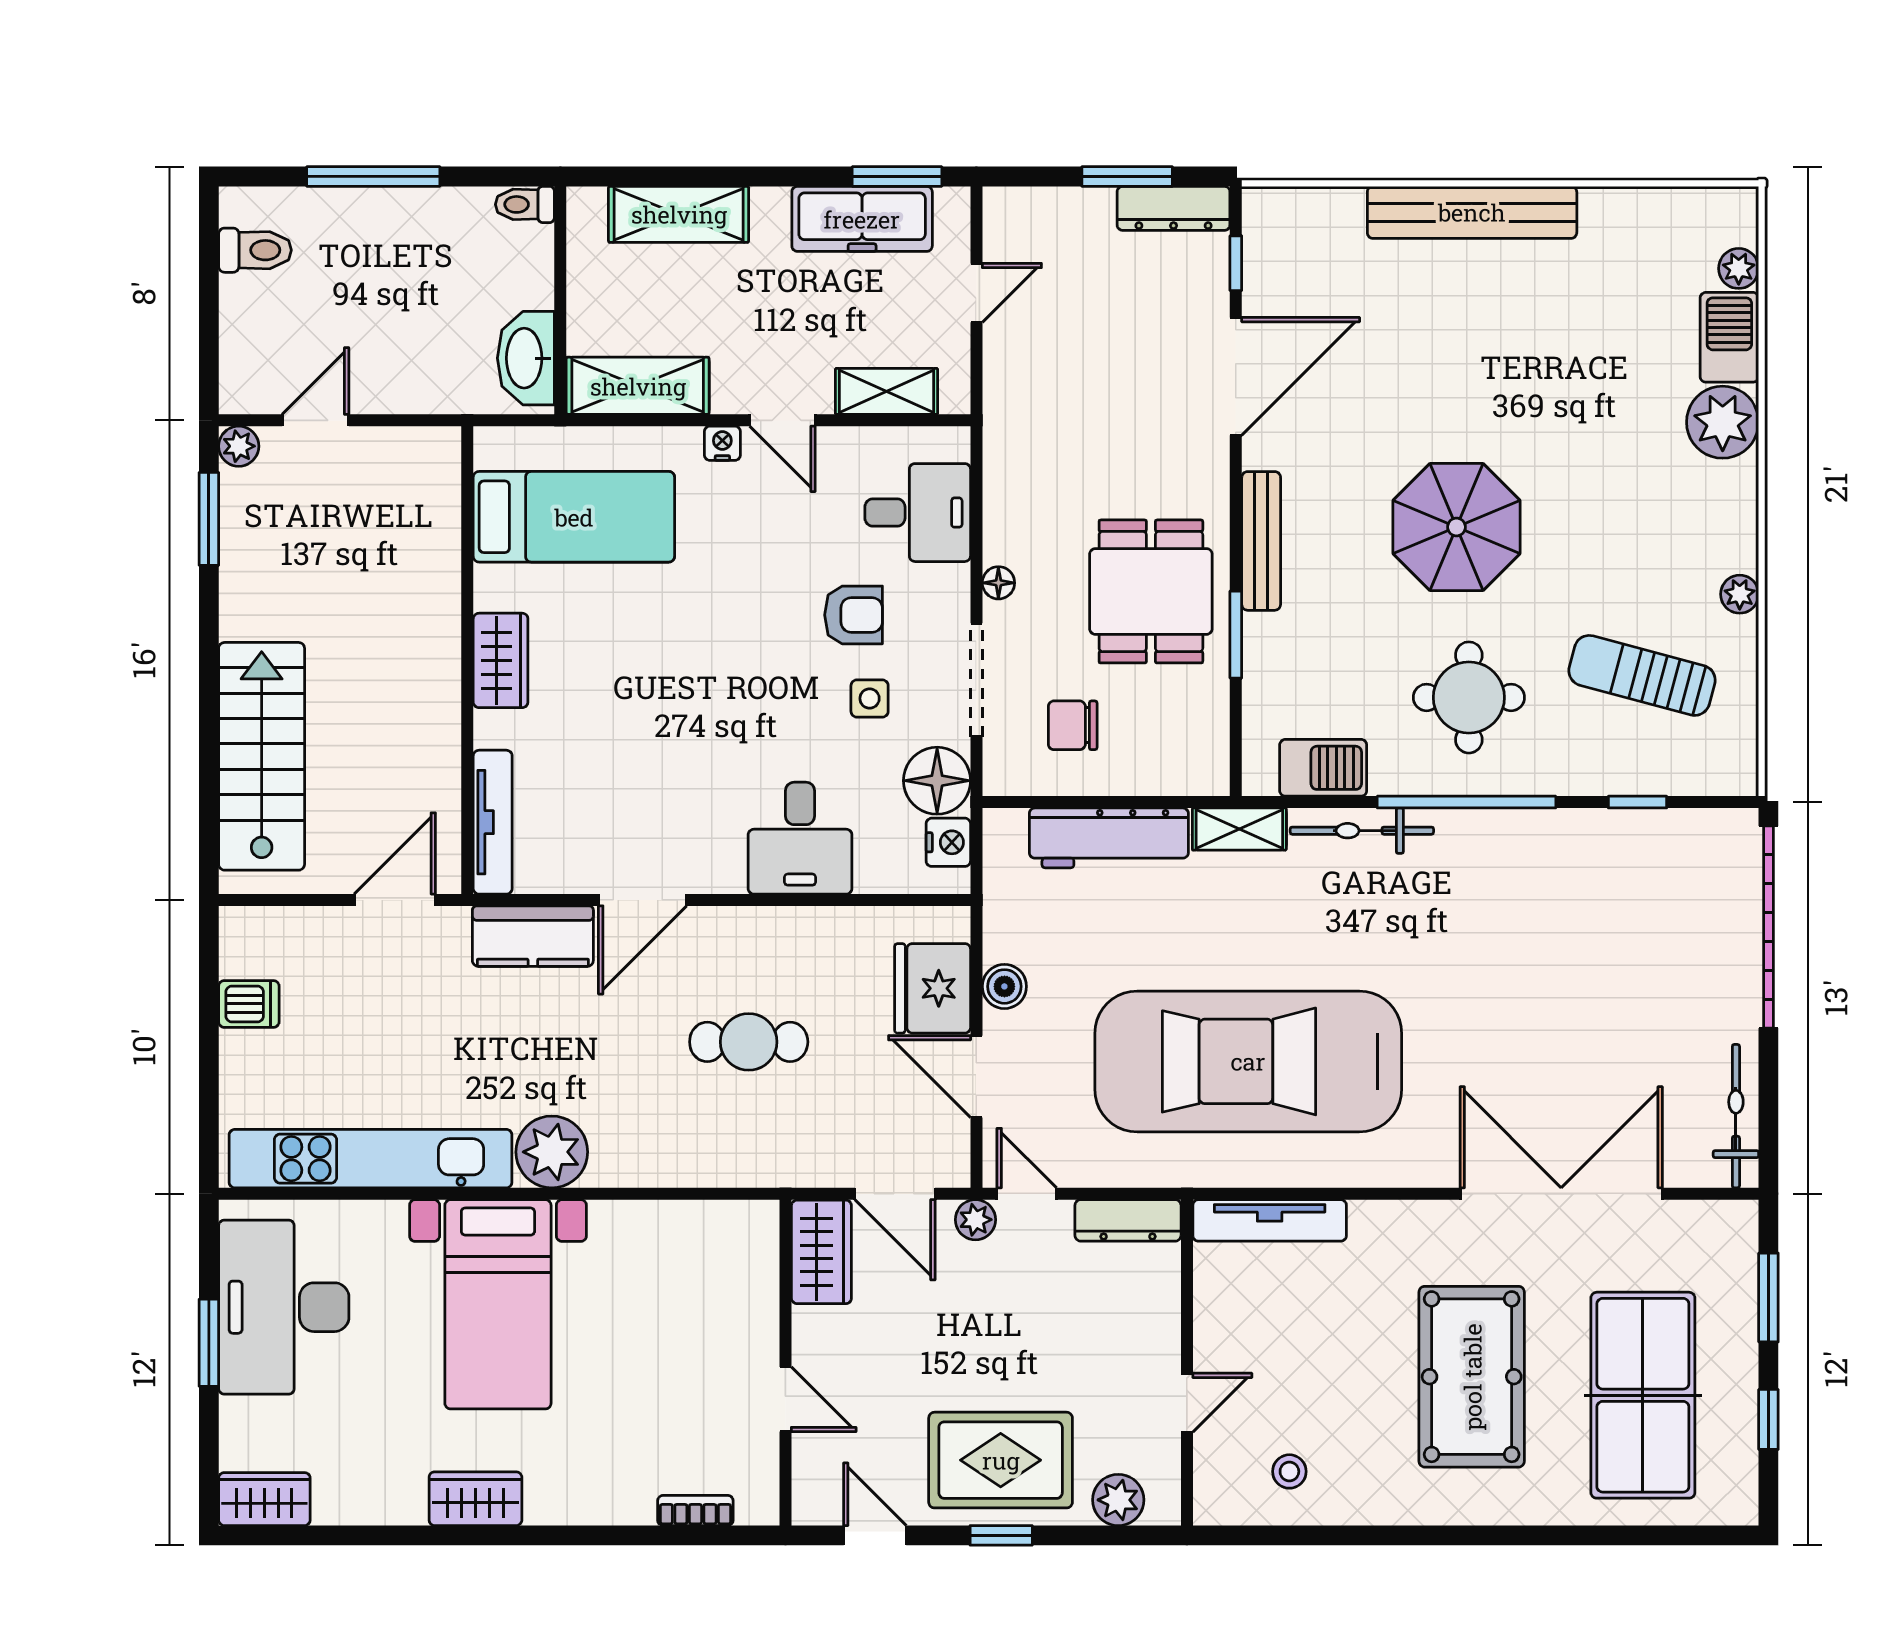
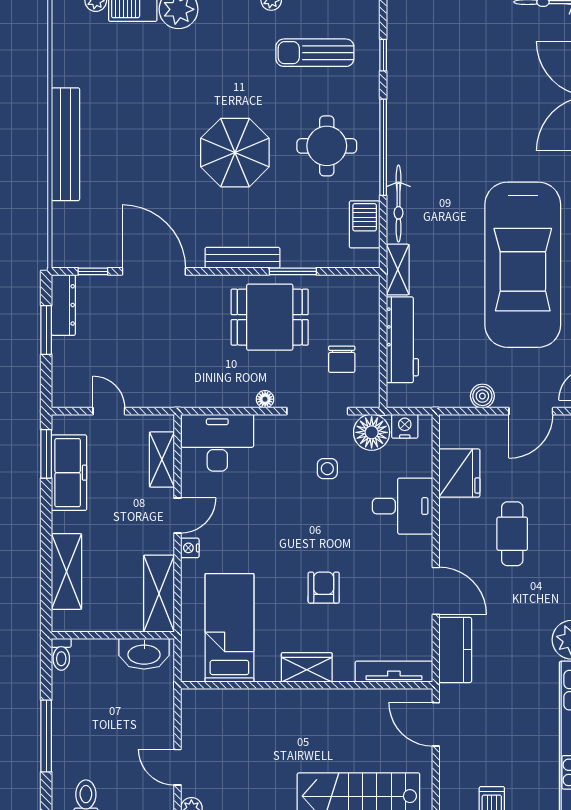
desk: (918, 513) -> (217, 443), width x1.37
armchair: (854, 615) -> (324, 588), moved
sun lounger: (1642, 675) -> (315, 53), turned 75
fridge: (933, 988) -> (459, 473), moved, turned -90

